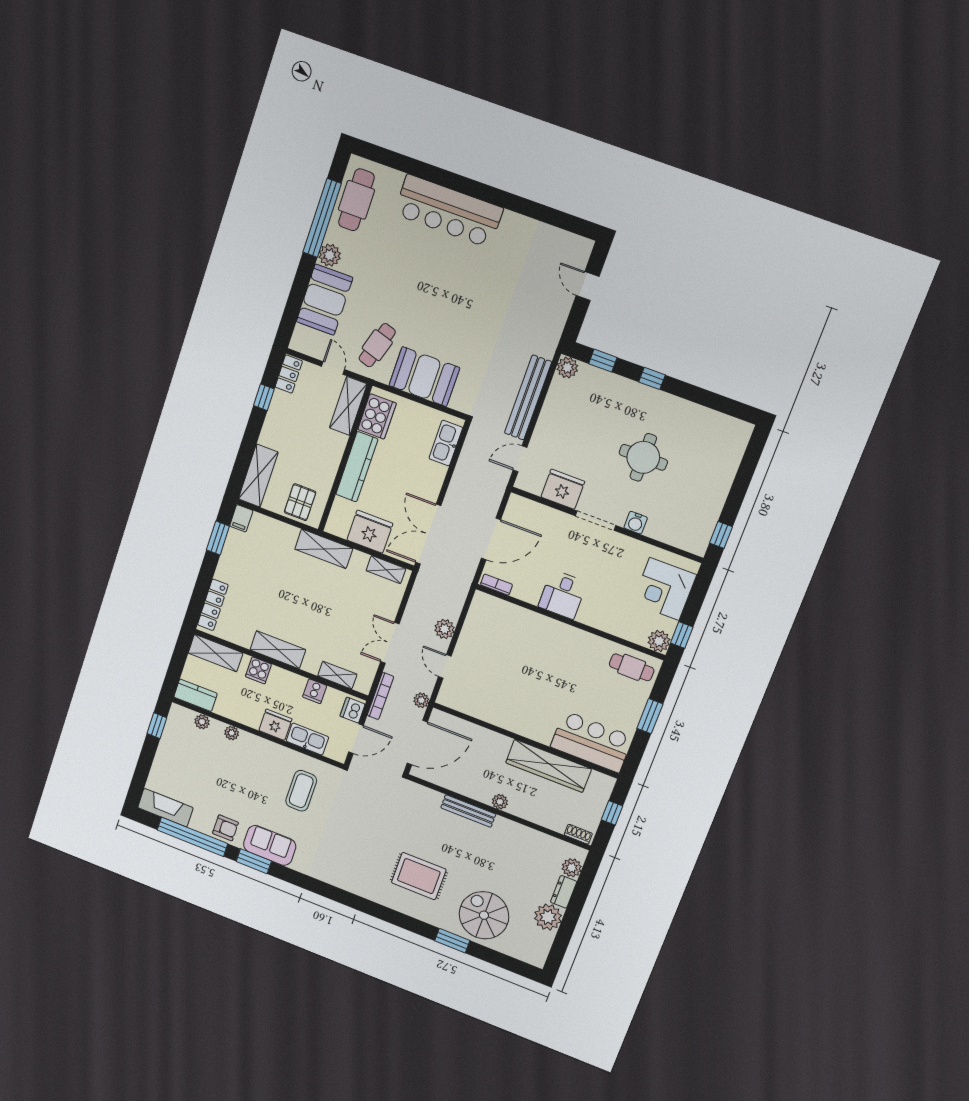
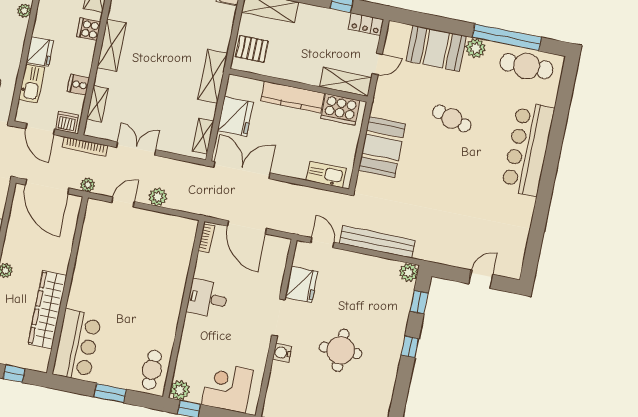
cafe table: (377, 345) -> (452, 119), moved

